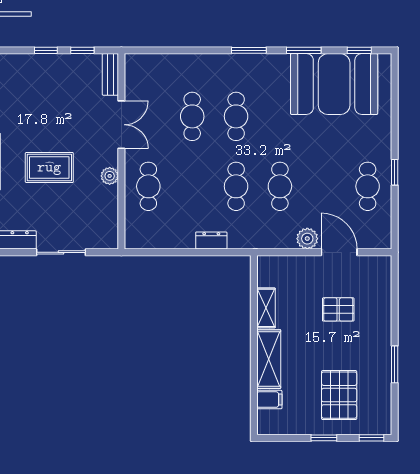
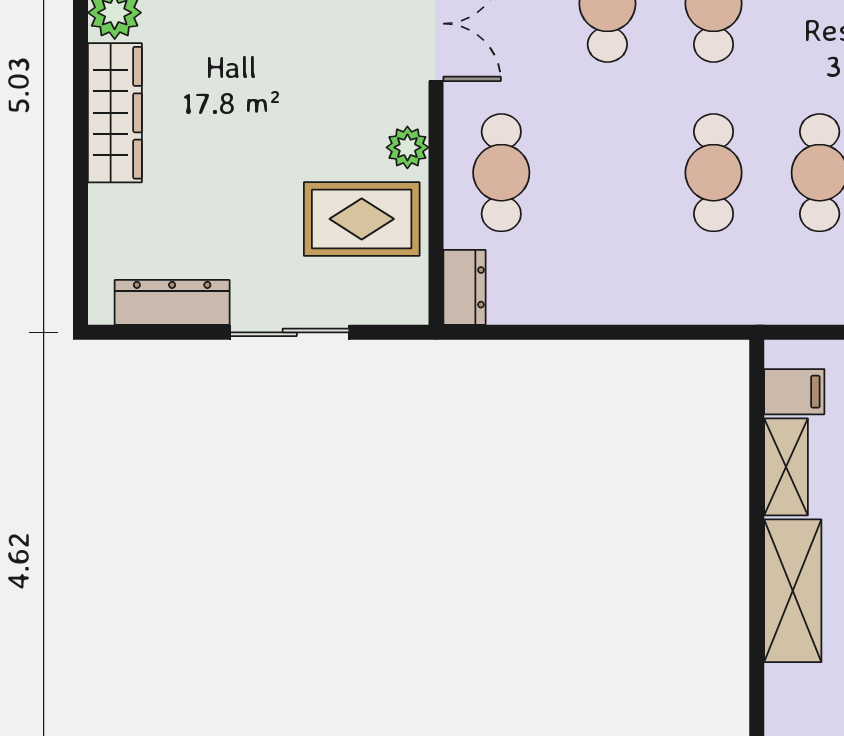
rug: (49, 167) -> (362, 219), moved
dresser: (211, 240) -> (464, 287), moved, turned 90
filing cabinet: (269, 400) -> (794, 392), moved

